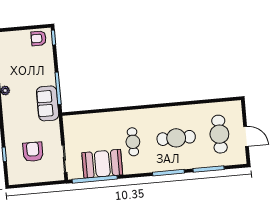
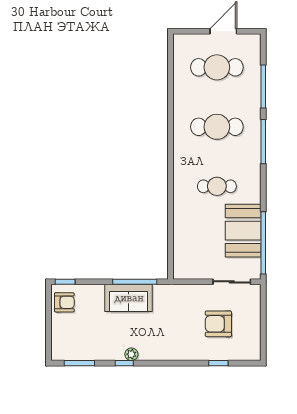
armchair: (39, 38) -> (64, 302), turned -90
sofa: (48, 103) -> (129, 298), moved
cafe table: (176, 138) -> (217, 127), turned 90

